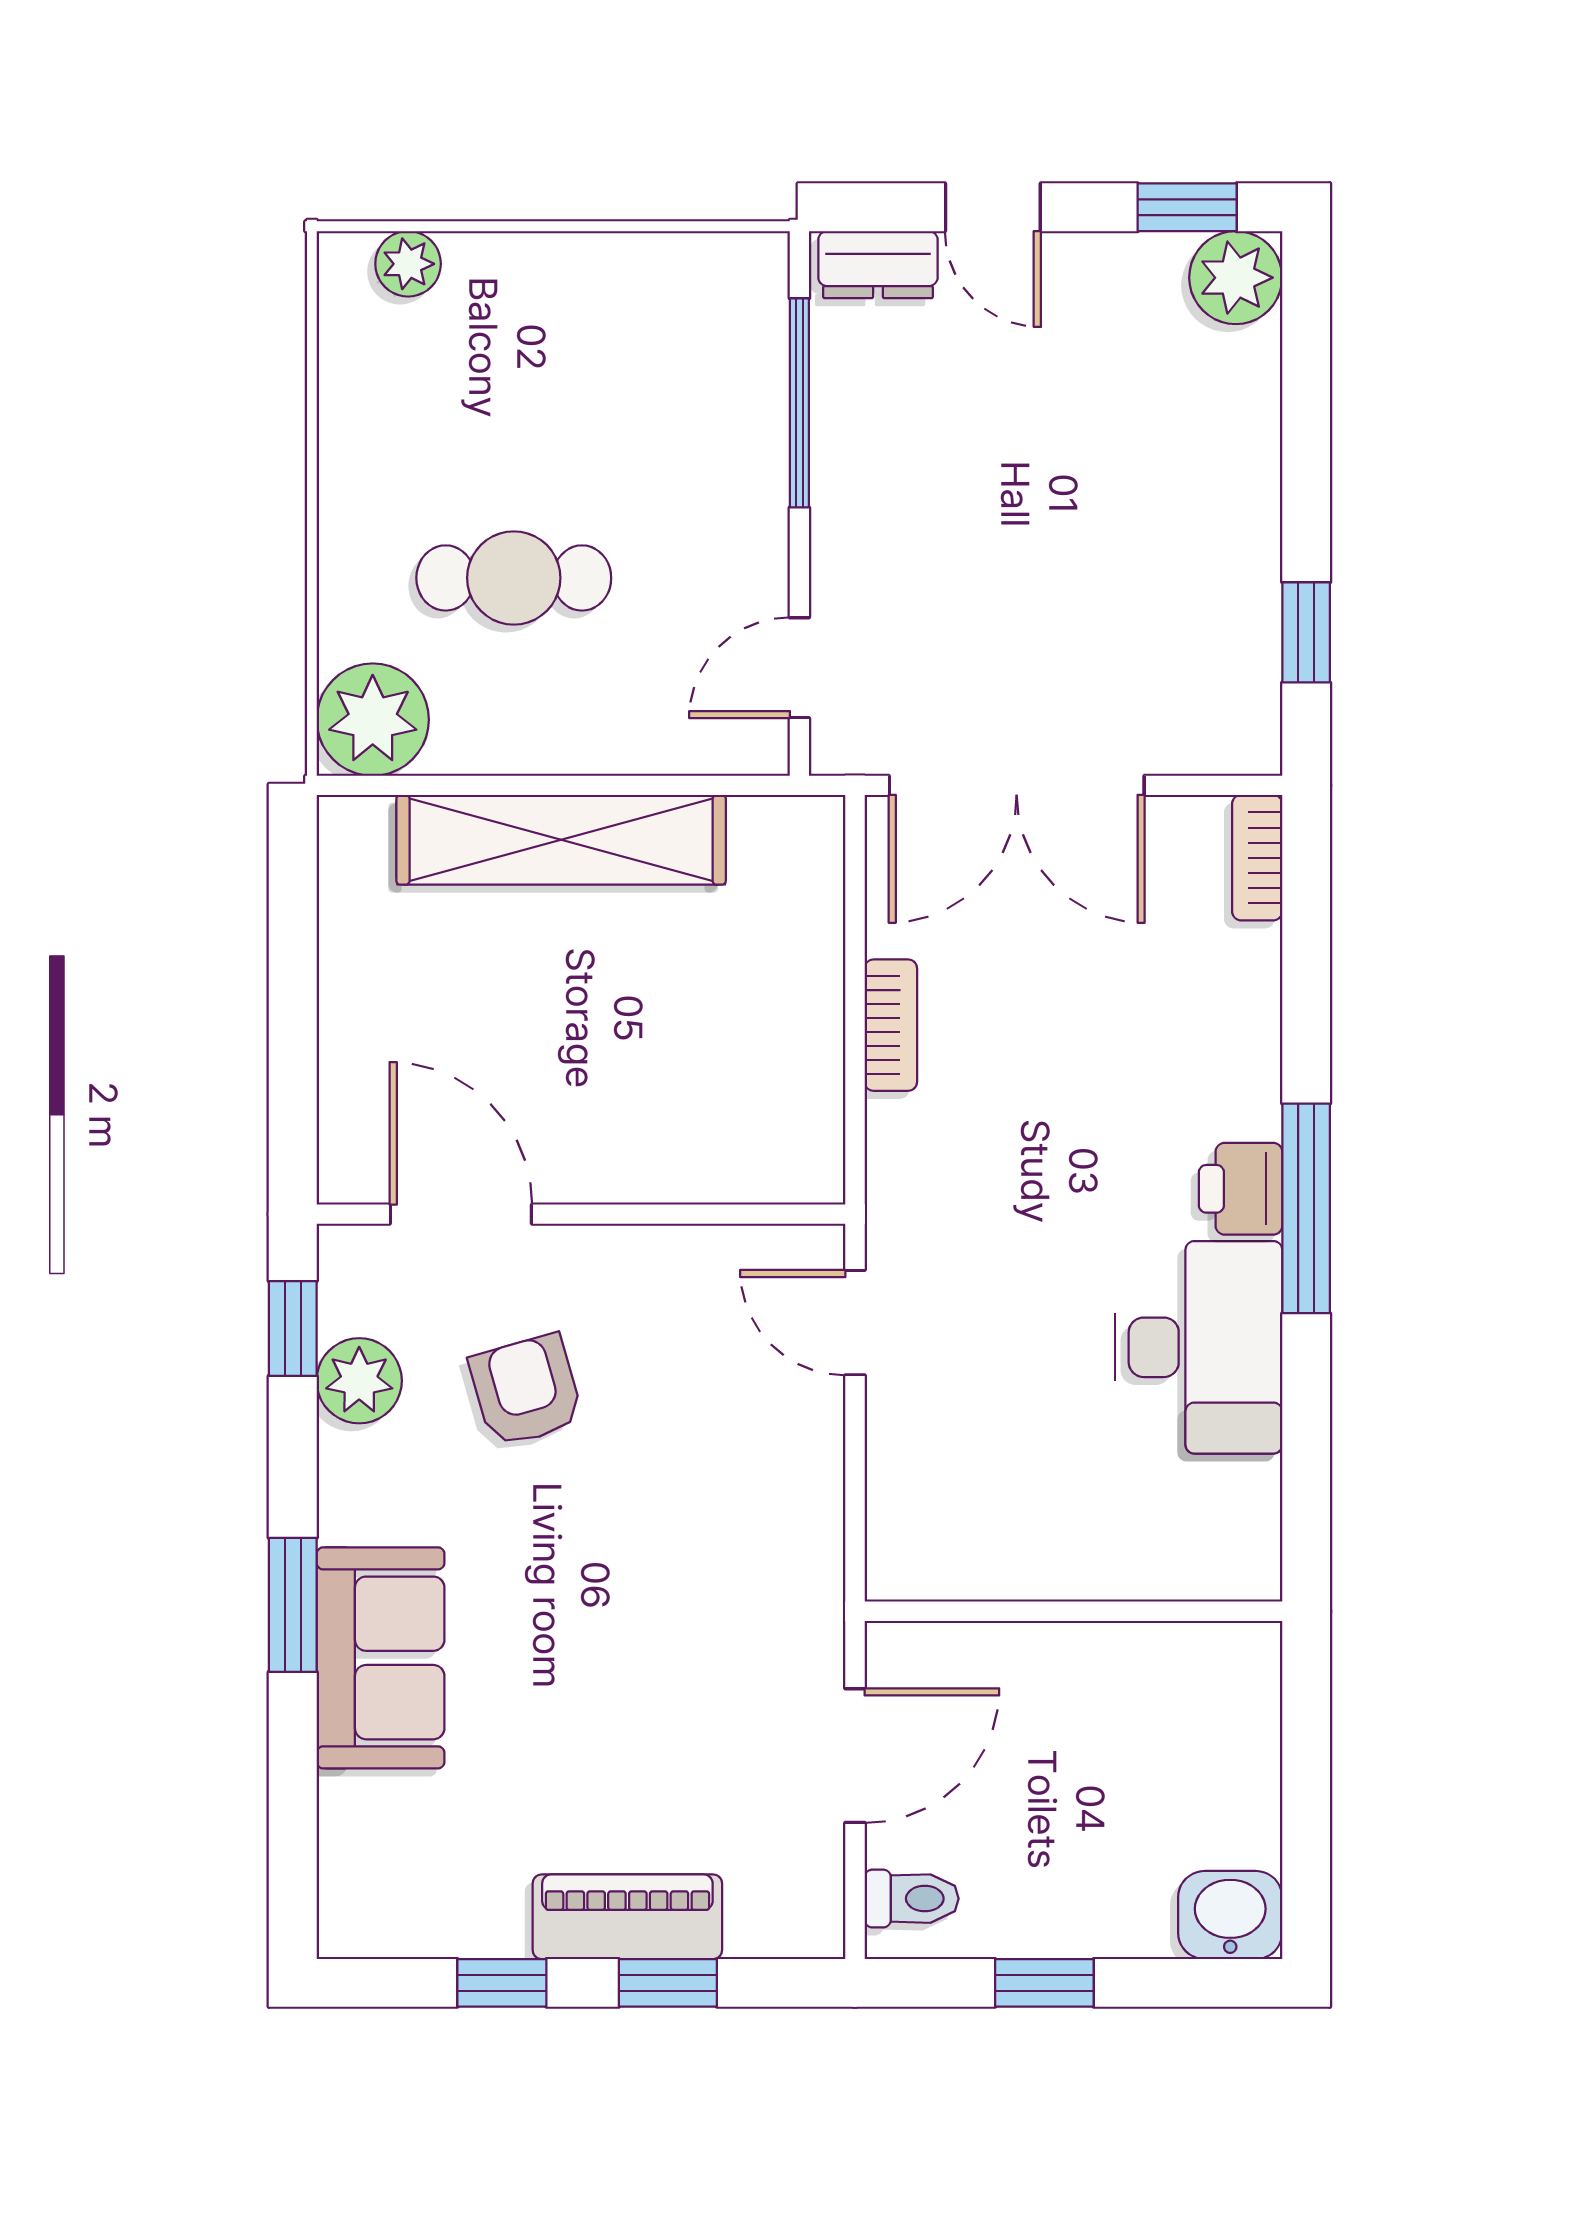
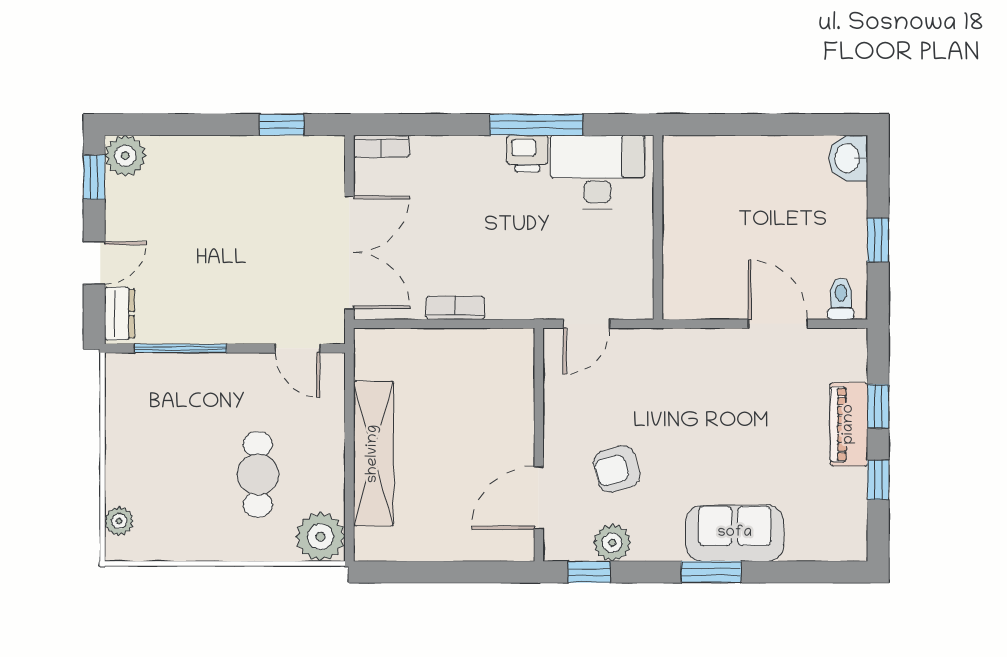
wall: (1073, 1611) -> (658, 227), moved

